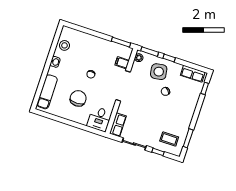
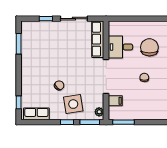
chair: (78, 98) -> (149, 47), turned 180
desk: (99, 119) -> (120, 47), moved, turned -90
row of seats: (118, 125) -> (98, 39), width x1.48
coffee table: (169, 139) -> (39, 36), removed

